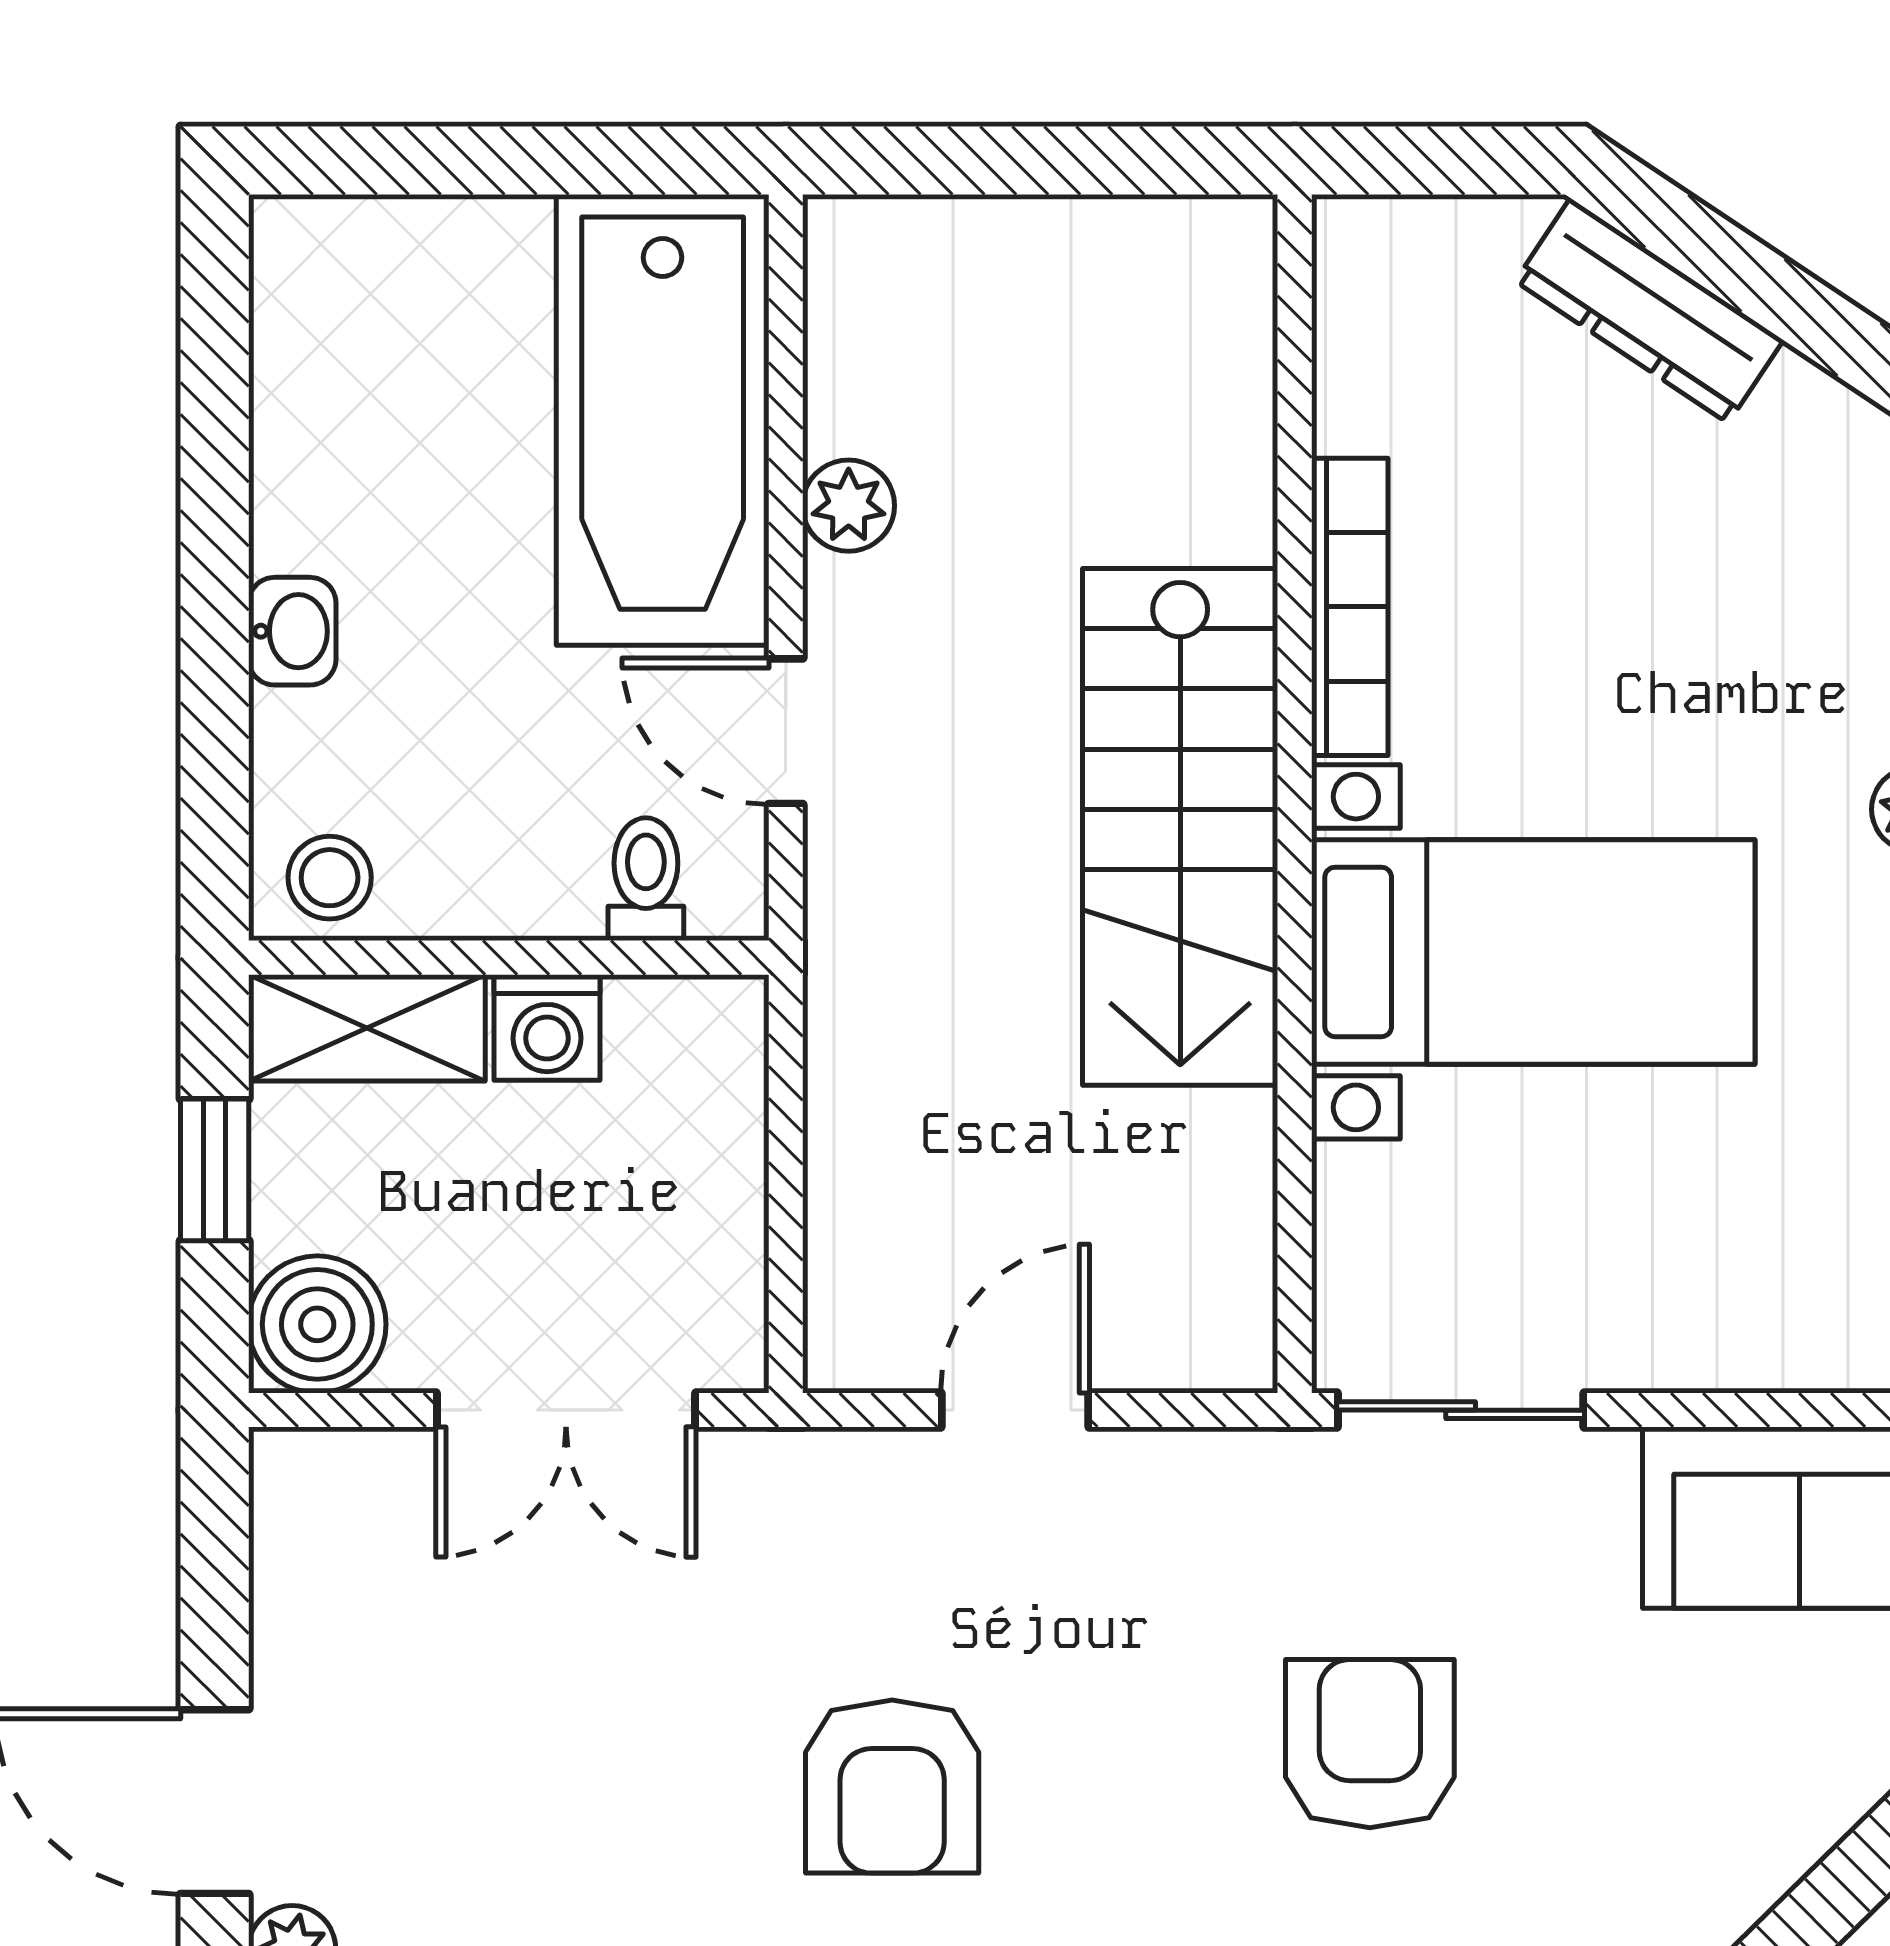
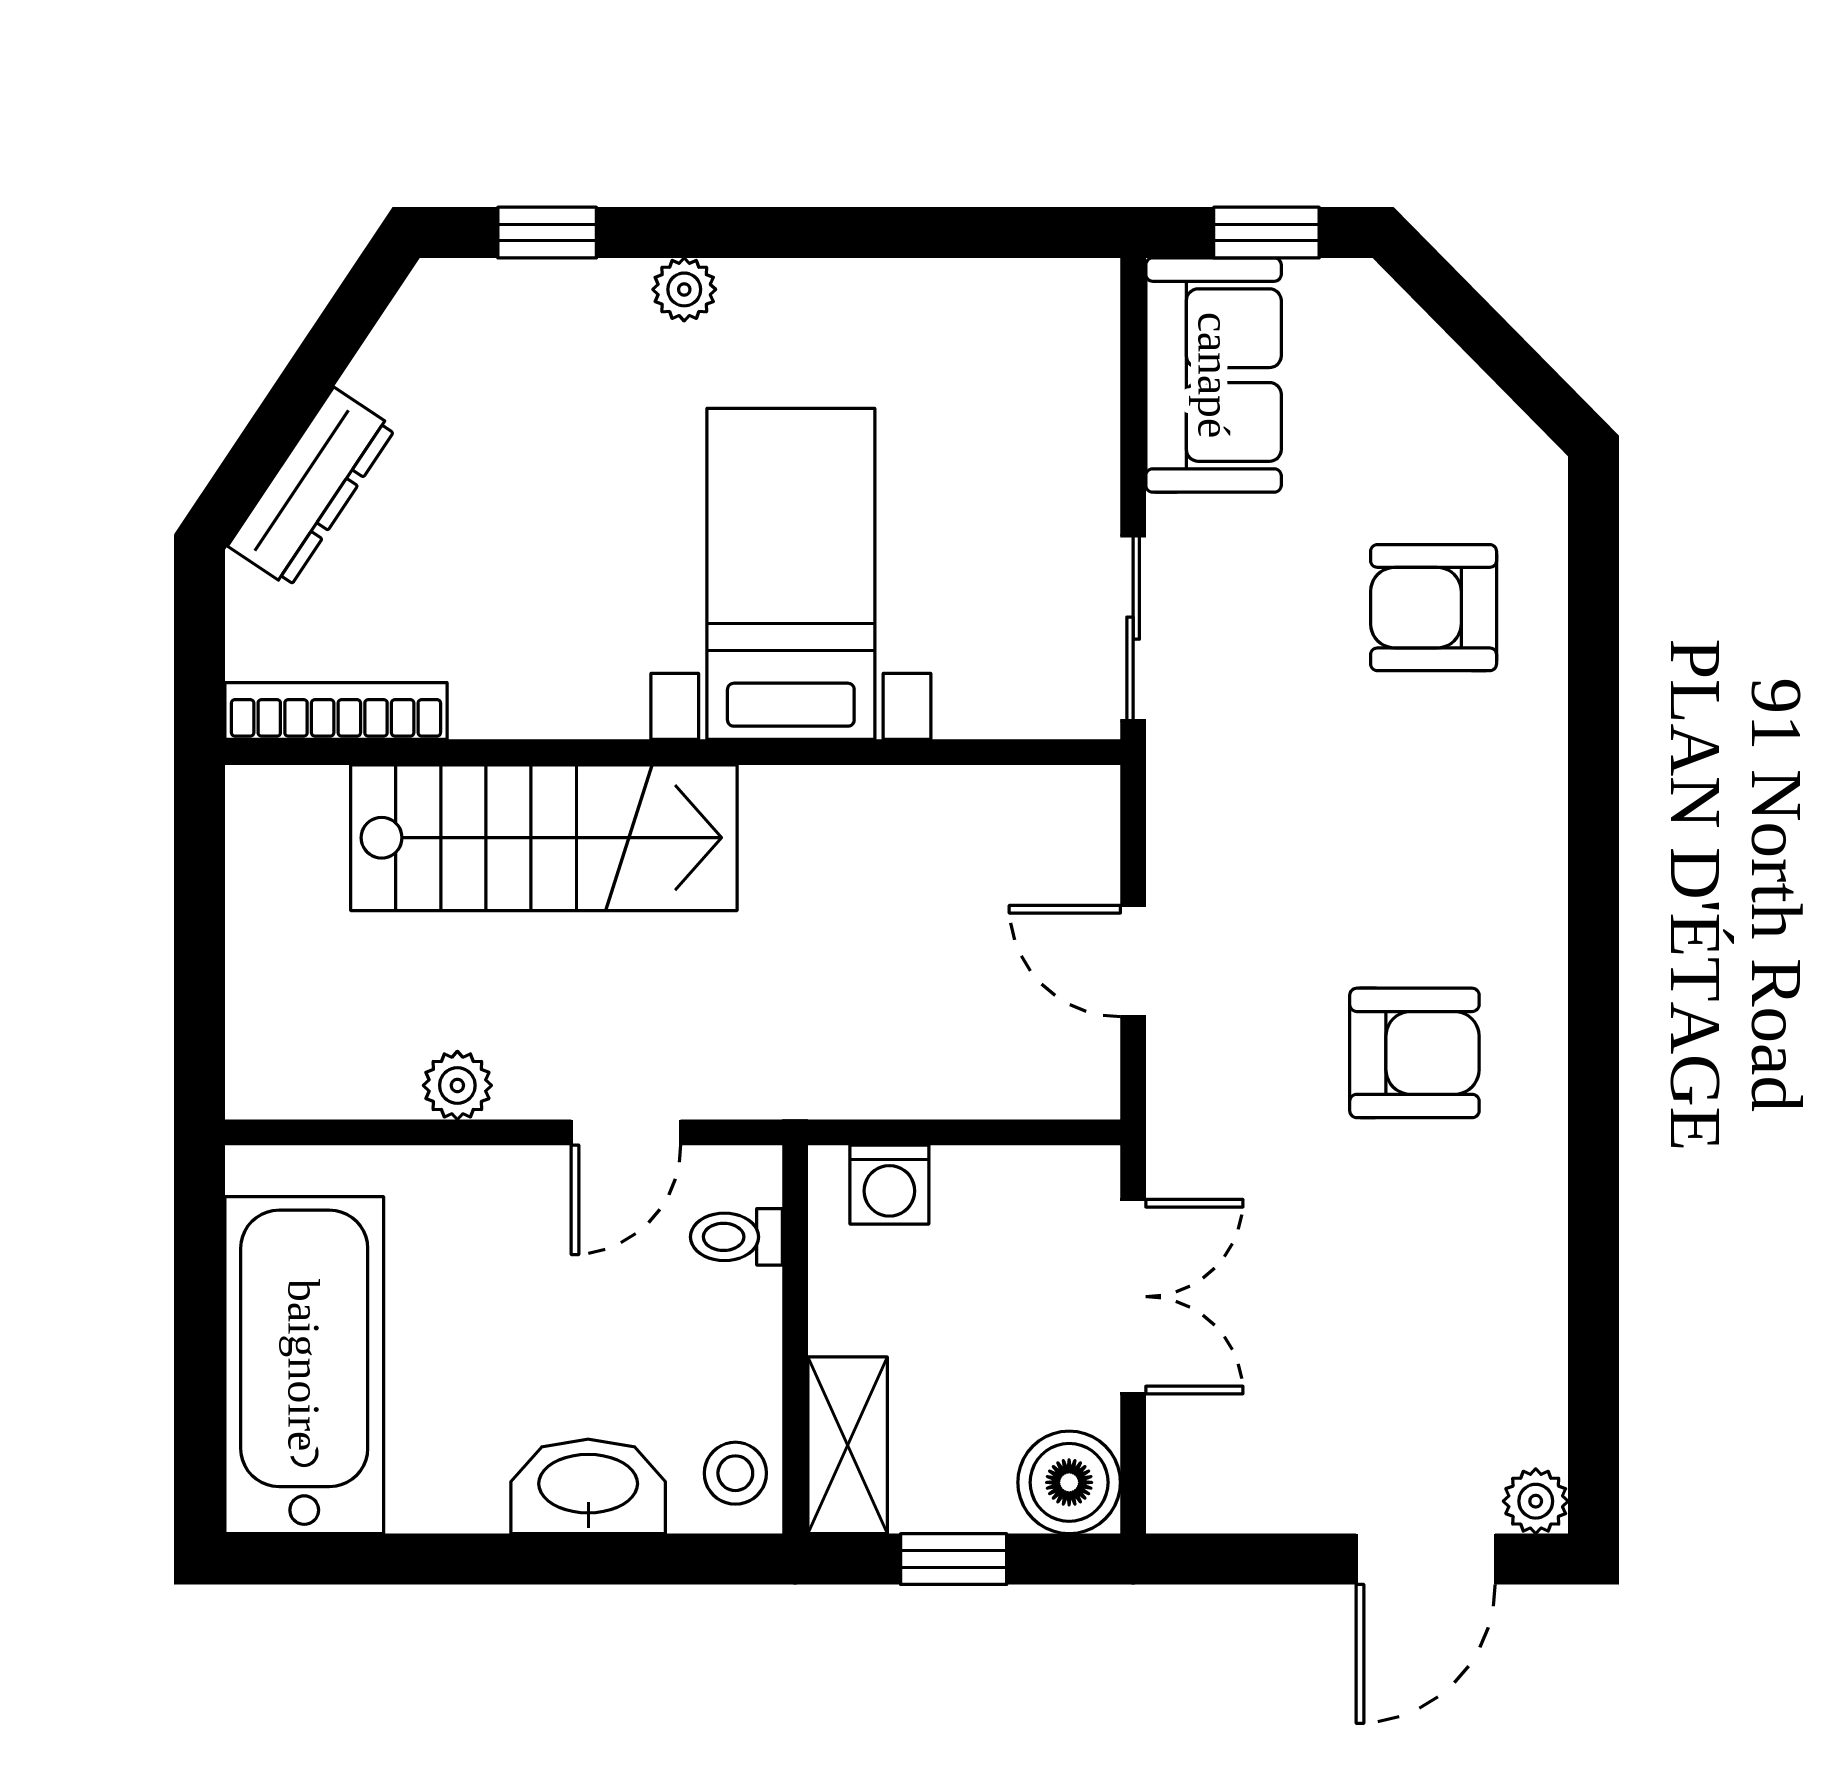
bathtub: (663, 420) -> (304, 1365), moved, turned -90
bookcase: (1350, 607) -> (336, 711), moved
washbasin: (292, 631) -> (588, 1486), width x1.91, depth x1.45
stairs: (1180, 827) -> (544, 838), moved
washing machine: (547, 1028) -> (889, 1185), moved, turned 90
armchair: (1370, 1744) -> (1434, 608), moved

